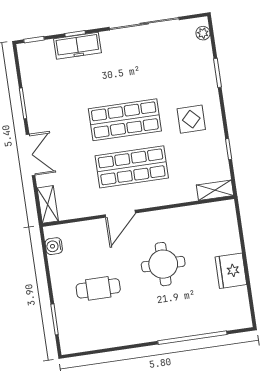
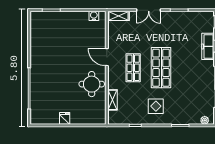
shop shelf: (132, 167) -> (133, 68), width x0.70, depth x0.74
shelving: (215, 190) -> (113, 100), moved
round table: (163, 264) -> (92, 84), moved
fridge: (231, 271) -> (65, 118), width x0.53, depth x0.75
cafe table: (98, 288) -> (66, 38), removed

